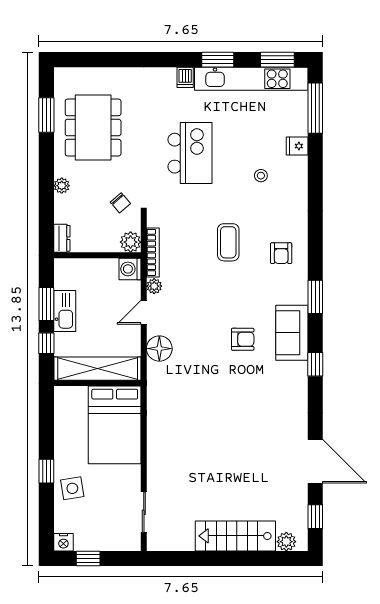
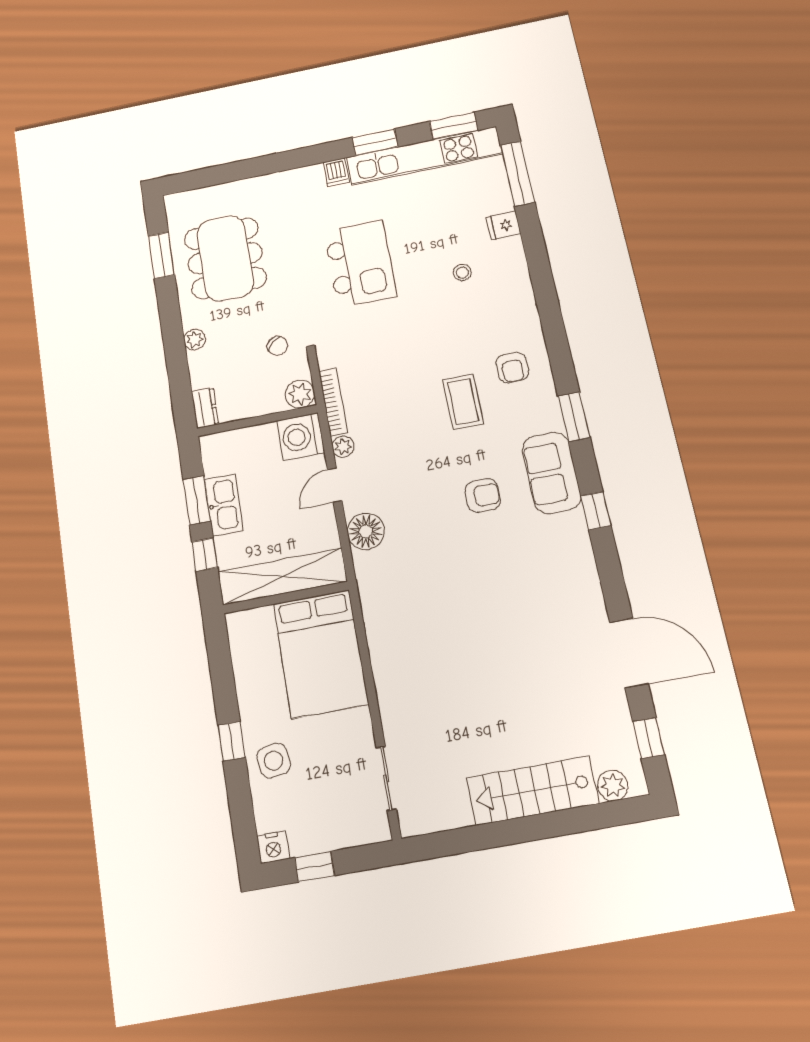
coffee table: (228, 242) -> (463, 402), moved
washing machine: (130, 269) -> (301, 437), width x1.37, depth x1.37

